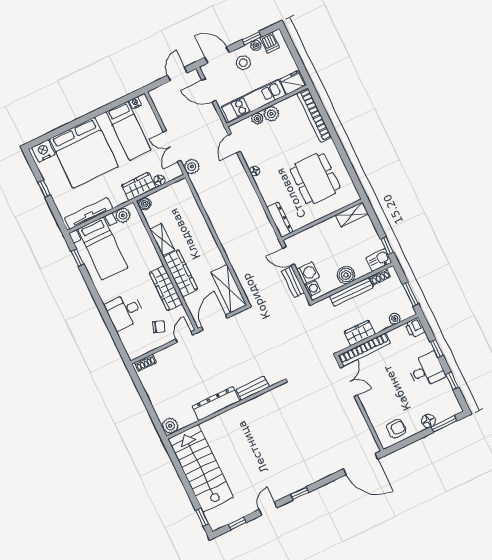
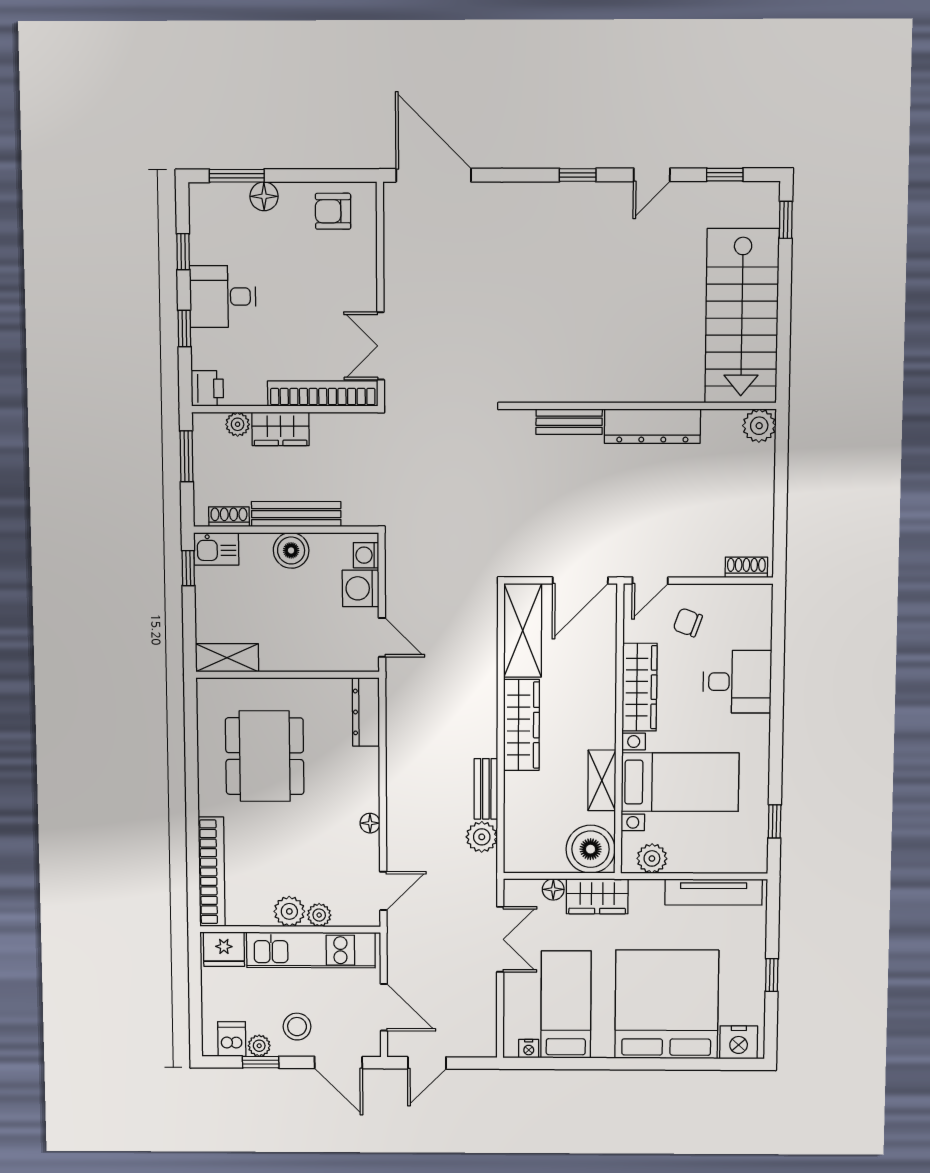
plant: (192, 167) -> (482, 837), moved
boiler: (145, 204) -> (591, 849), width x1.86, depth x1.86
bed with nightstands: (103, 248) -> (680, 782), moved, turned 90
wardrobe: (180, 273) -> (521, 725), moved, turned 180
bench: (293, 282) -> (486, 789), moved
wardrobe: (360, 333) -> (281, 429), moved

